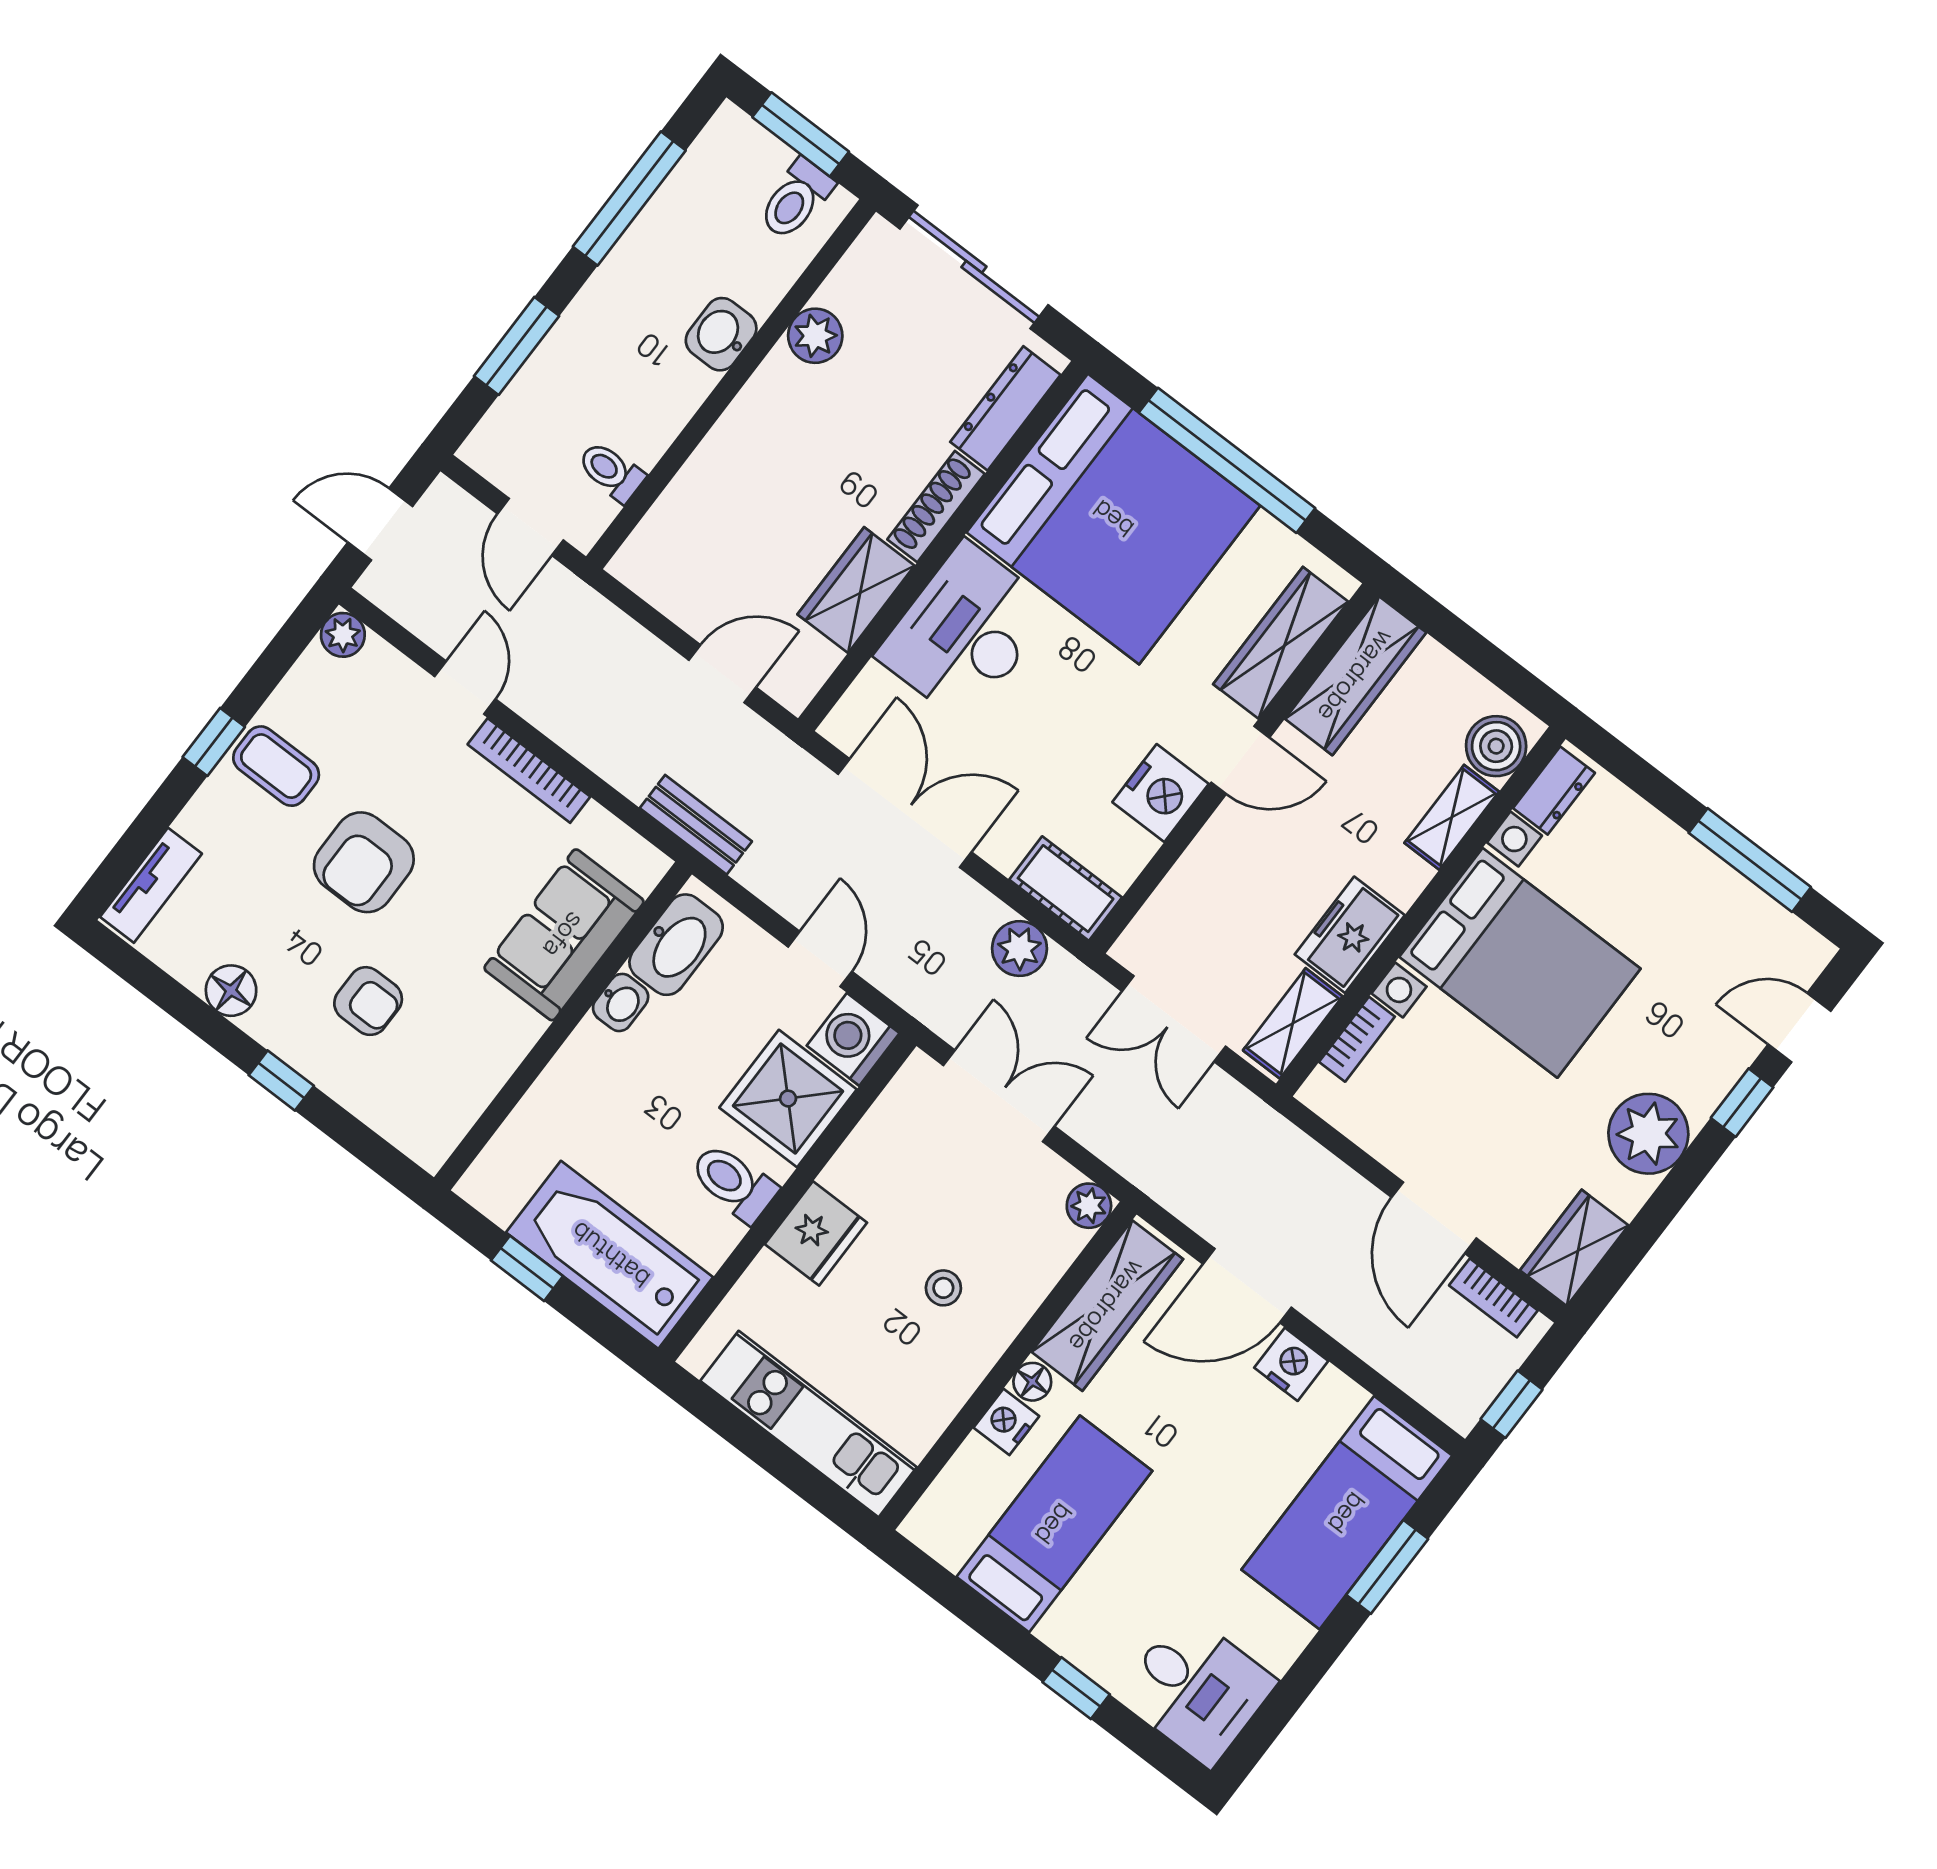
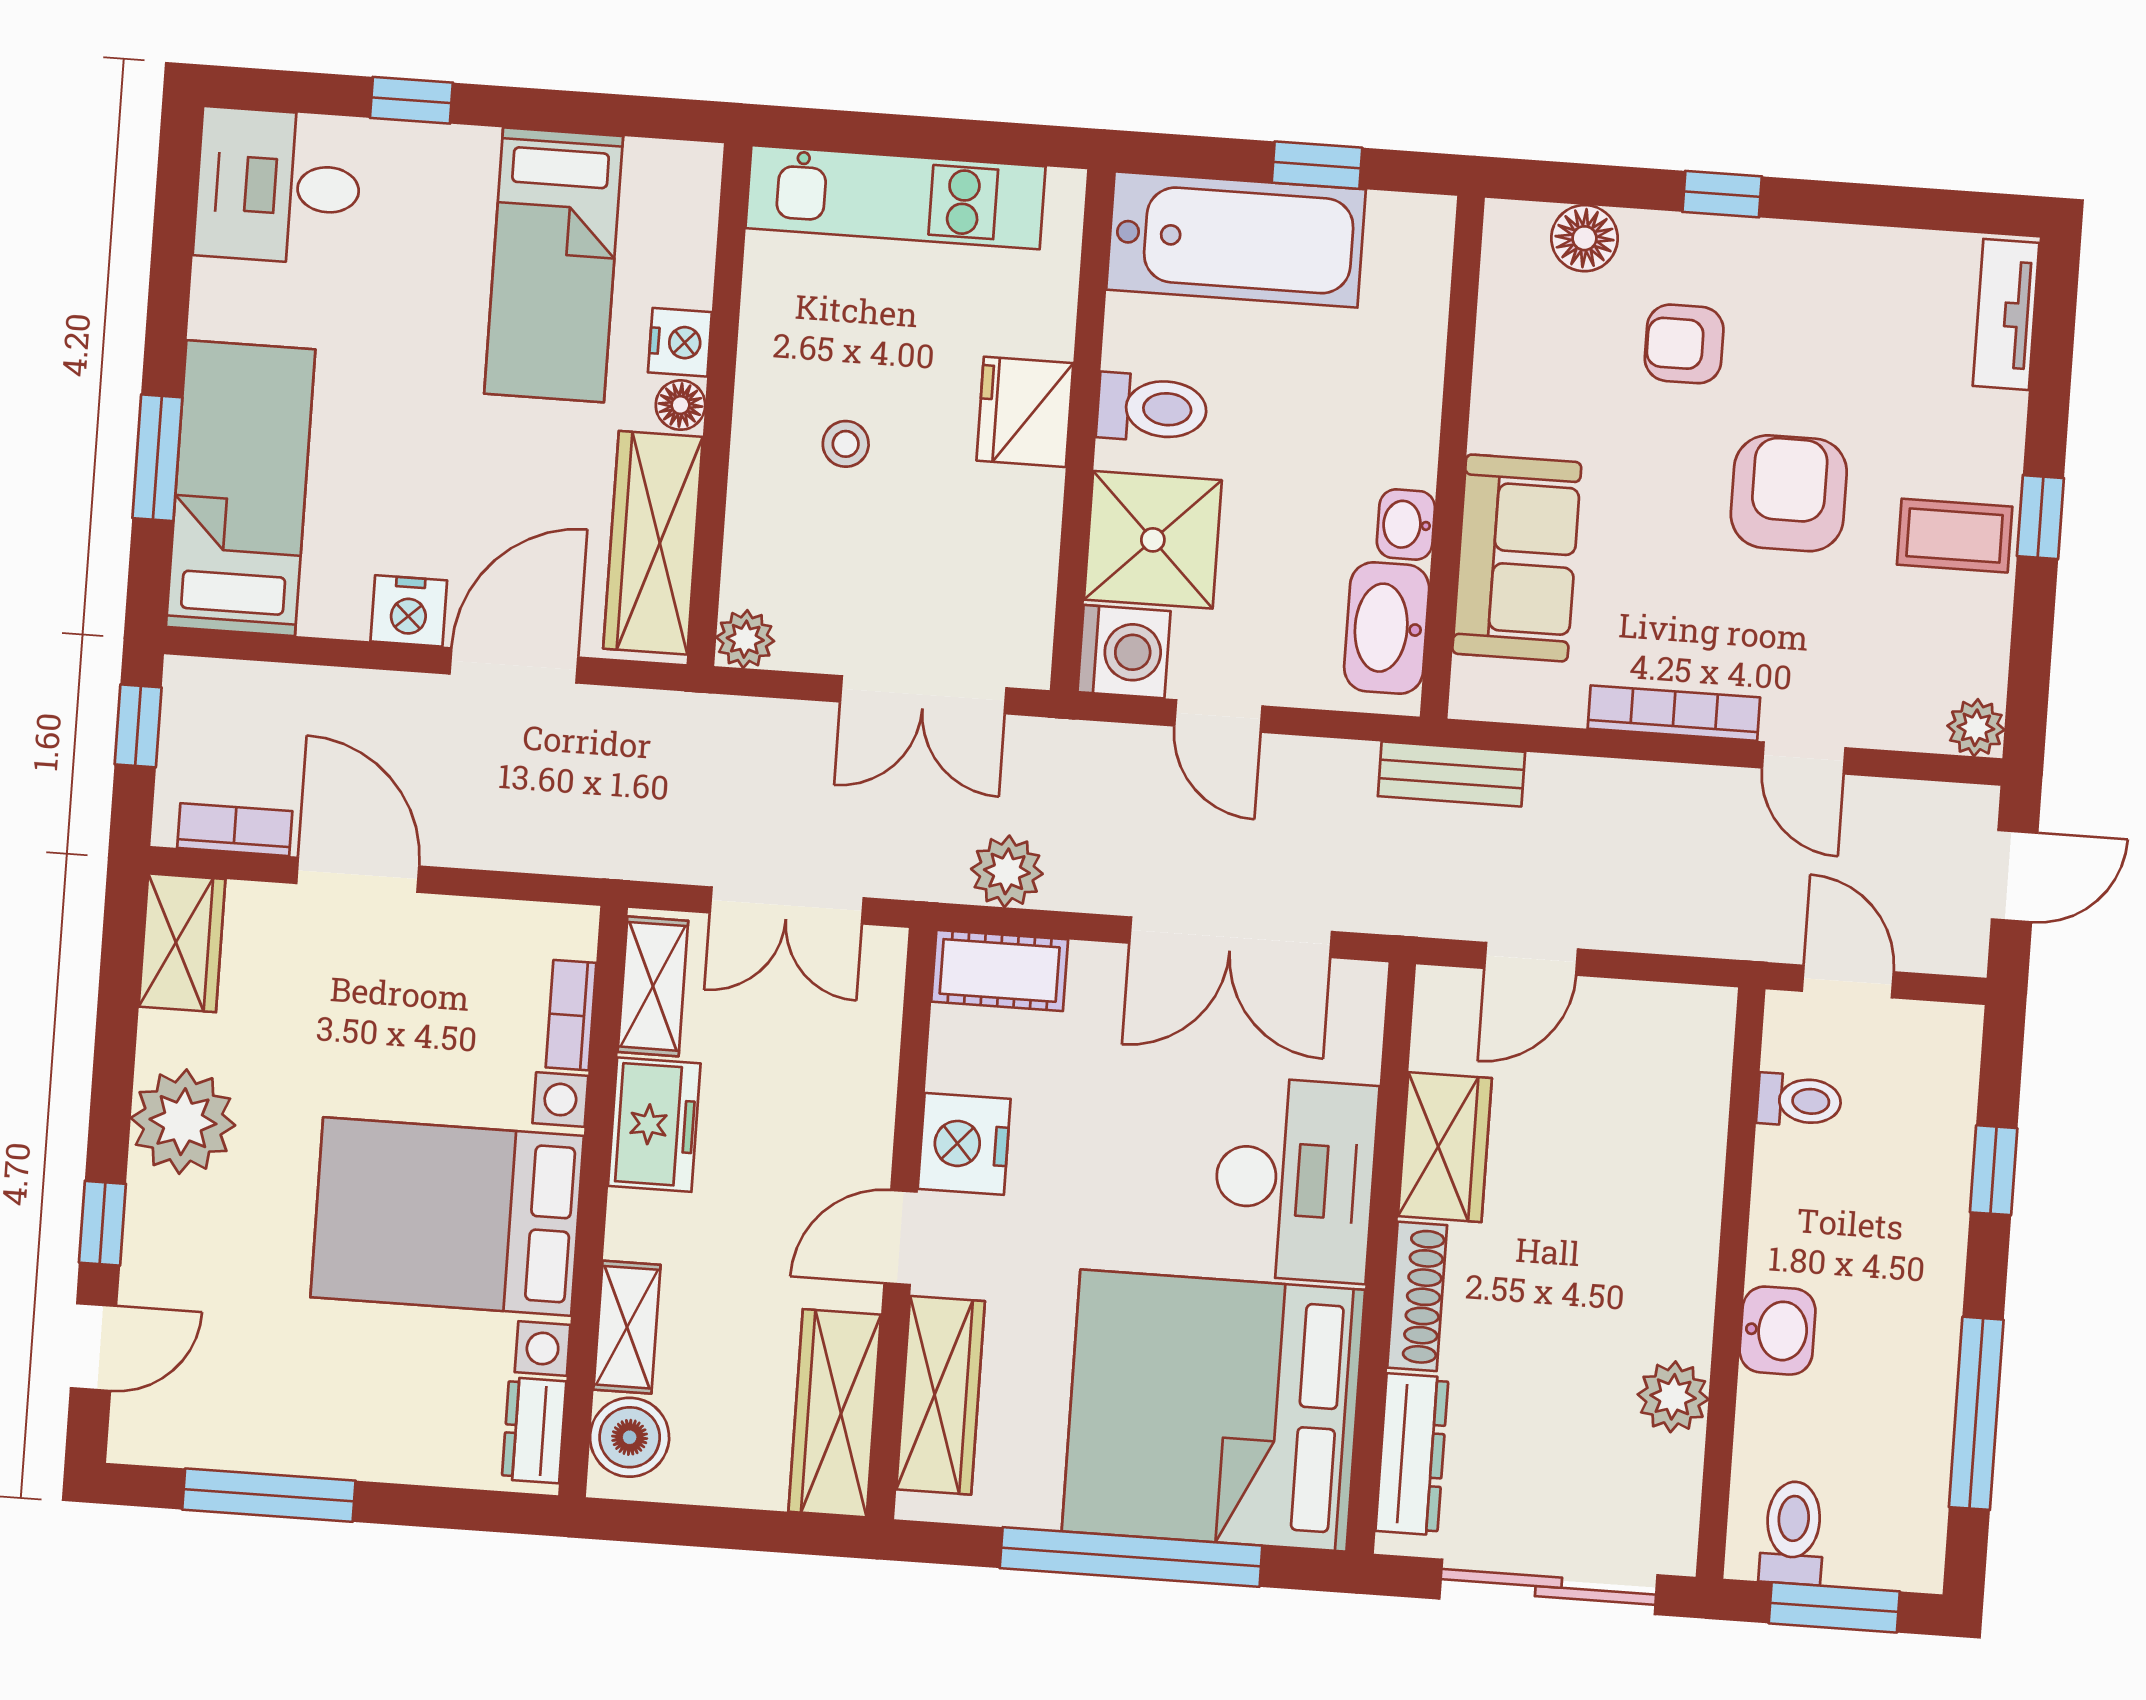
window: (517, 346) -> (1994, 1170), width x0.67
floor lamp: (231, 991) -> (1585, 238), moved
double door: (1174, 1019) -> (787, 905), swing flipped

